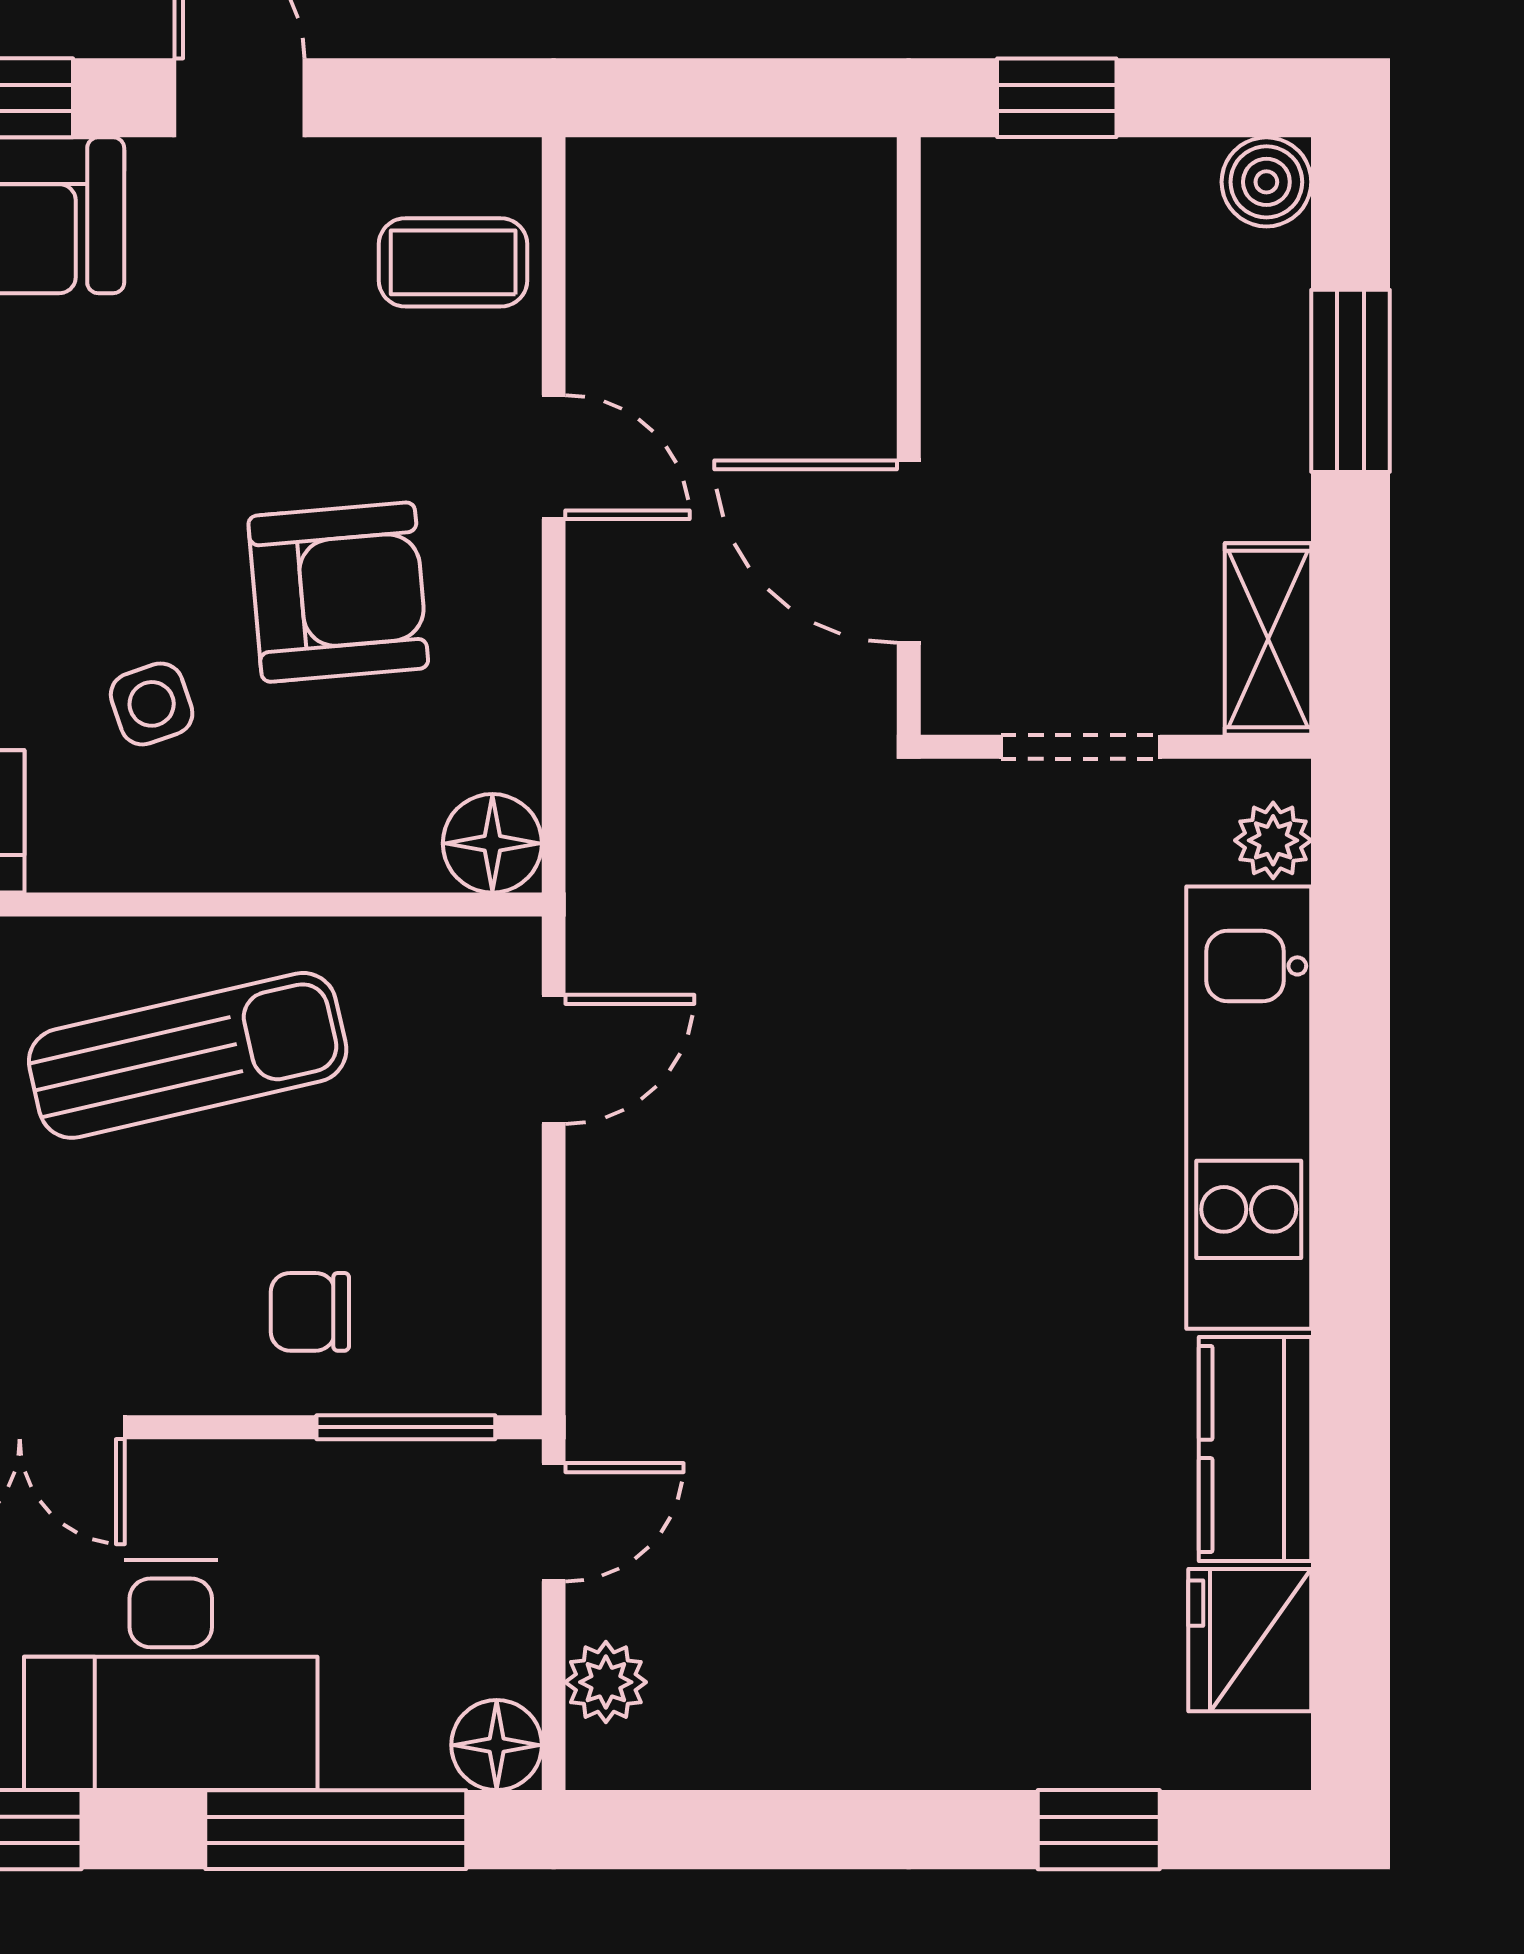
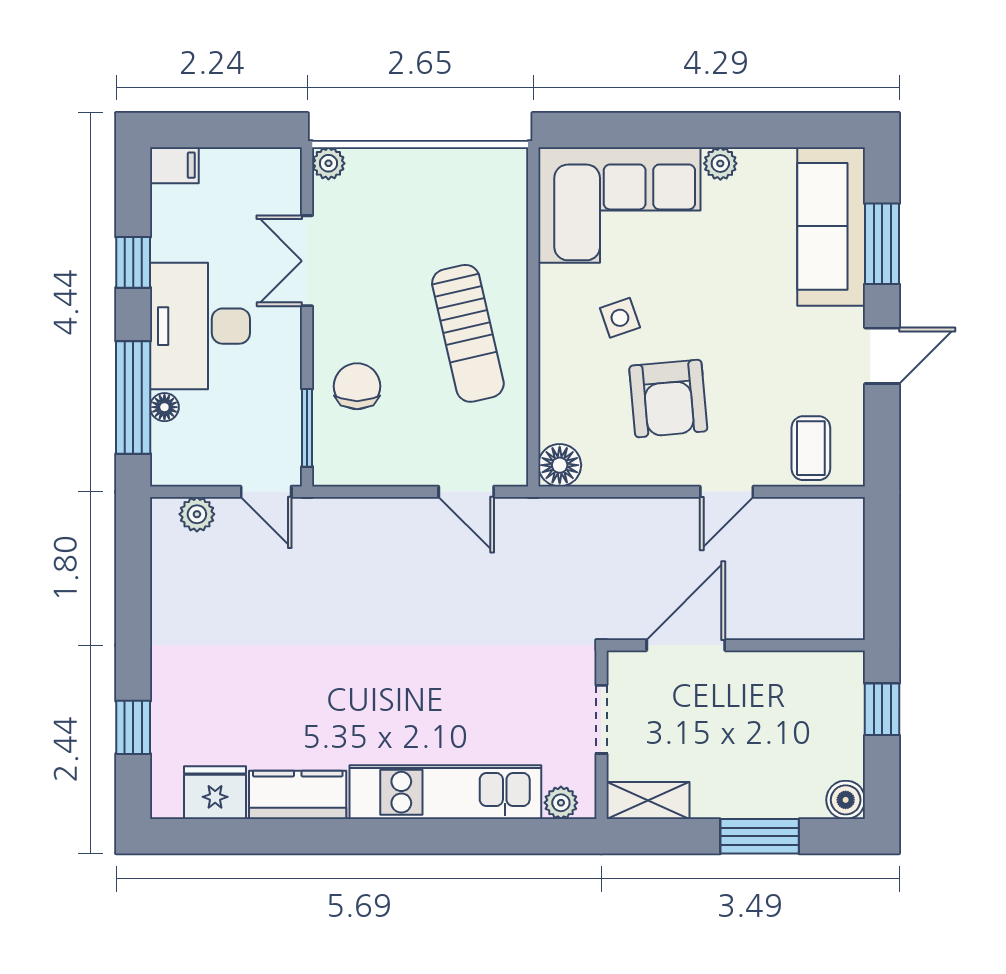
chair: (310, 1312) -> (357, 386), width x1.37, depth x1.37
floor lamp: (497, 1745) -> (164, 407), moved, width x0.73, depth x0.73

